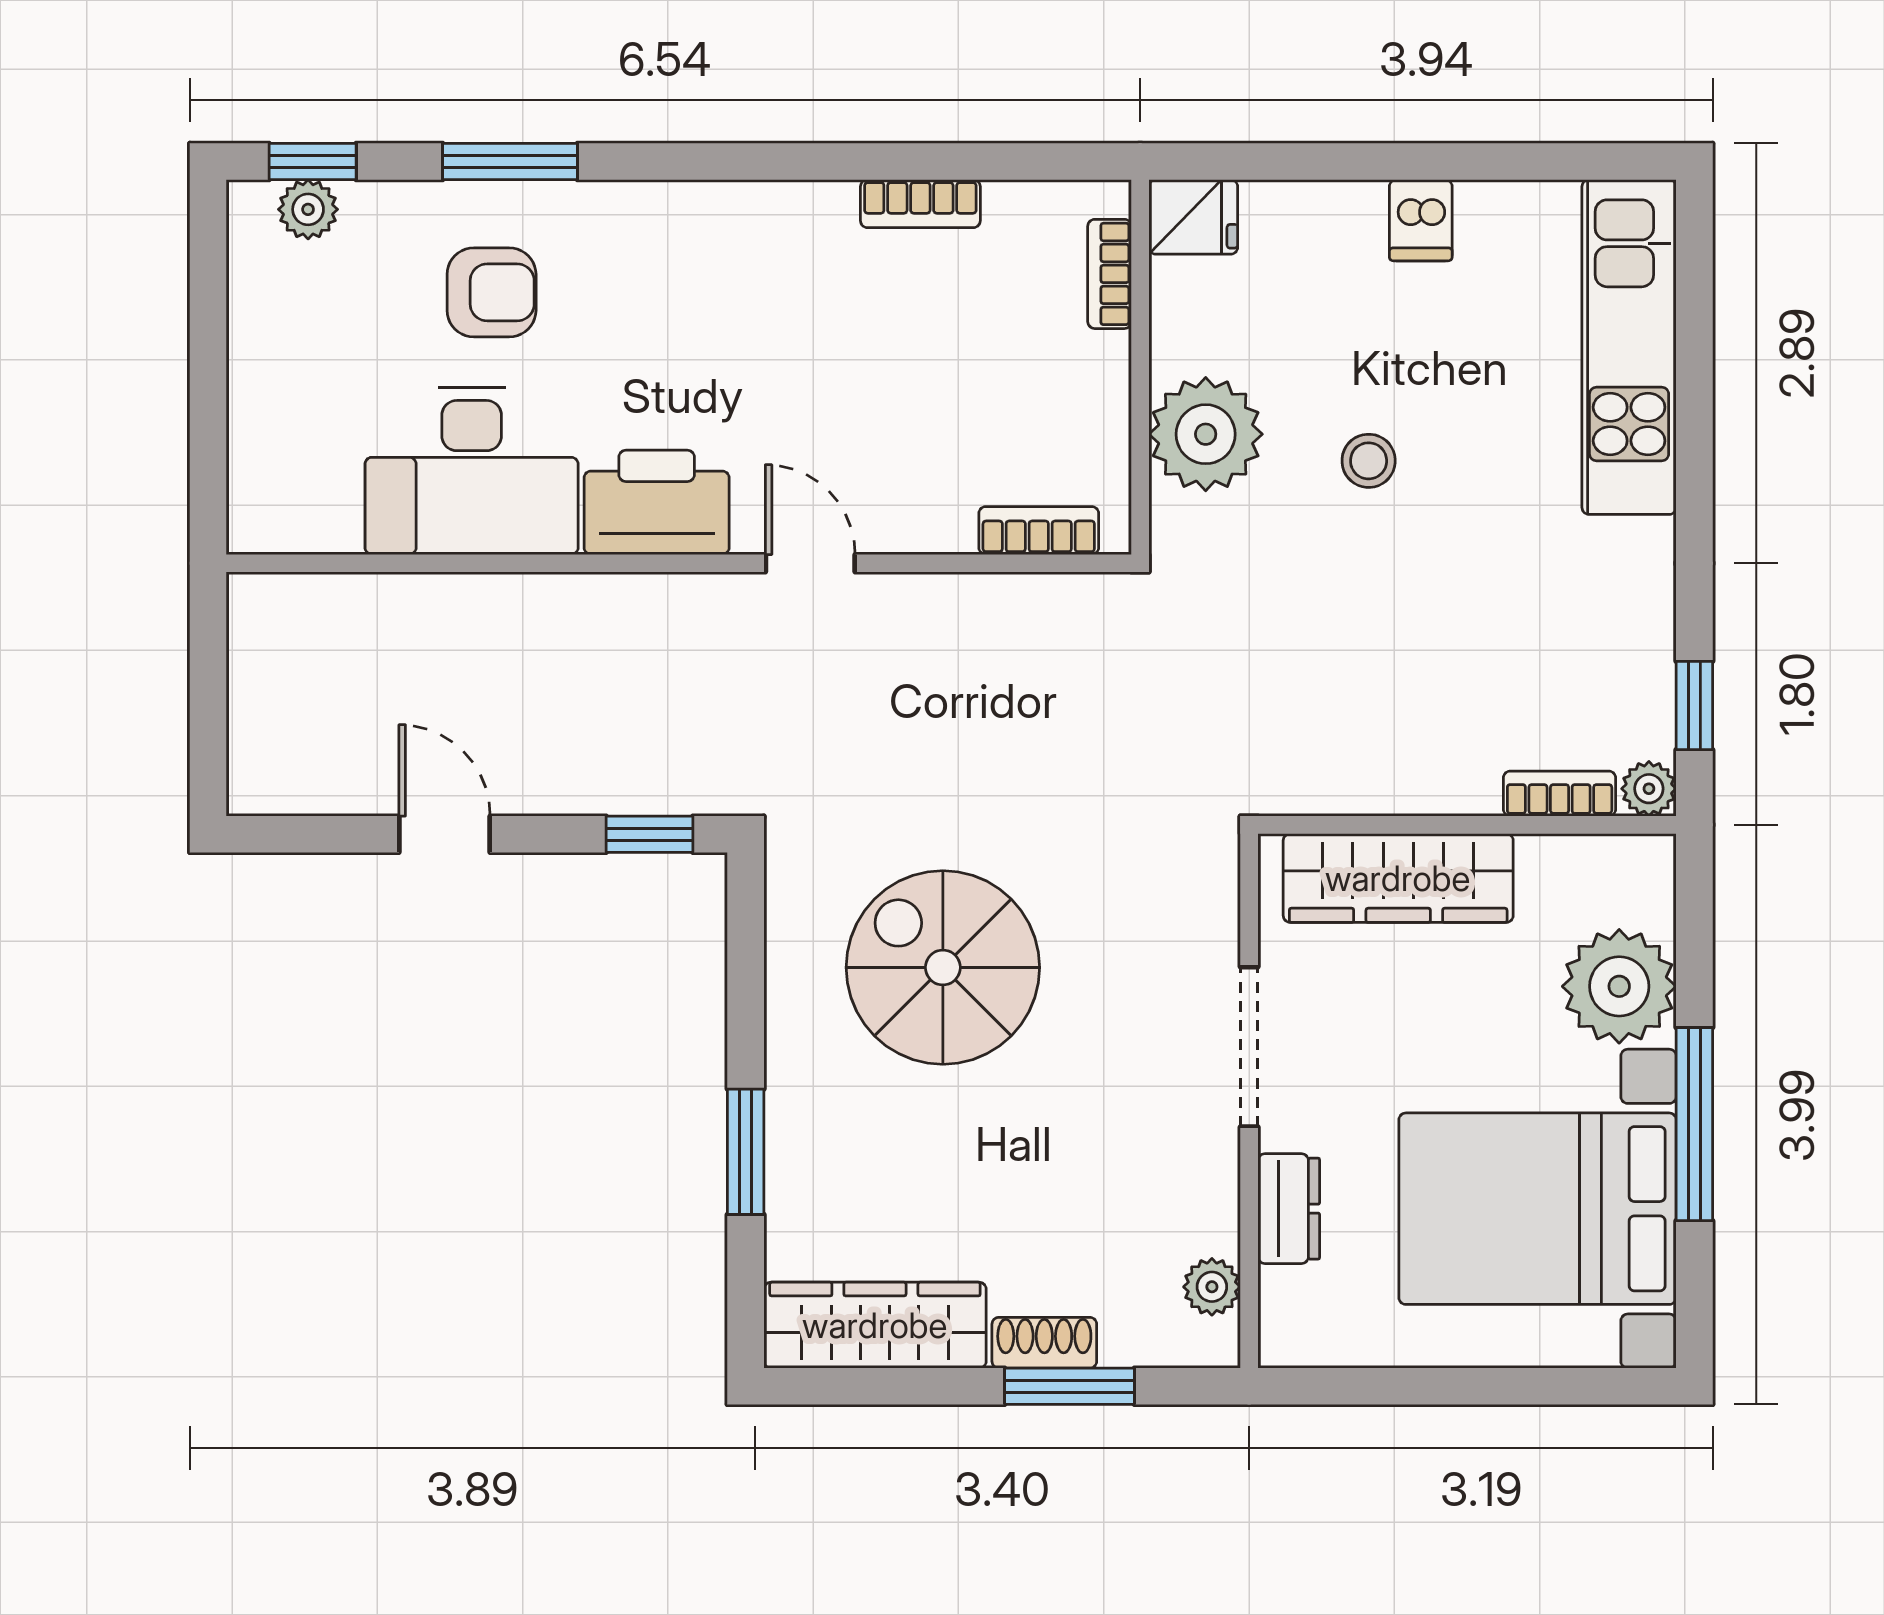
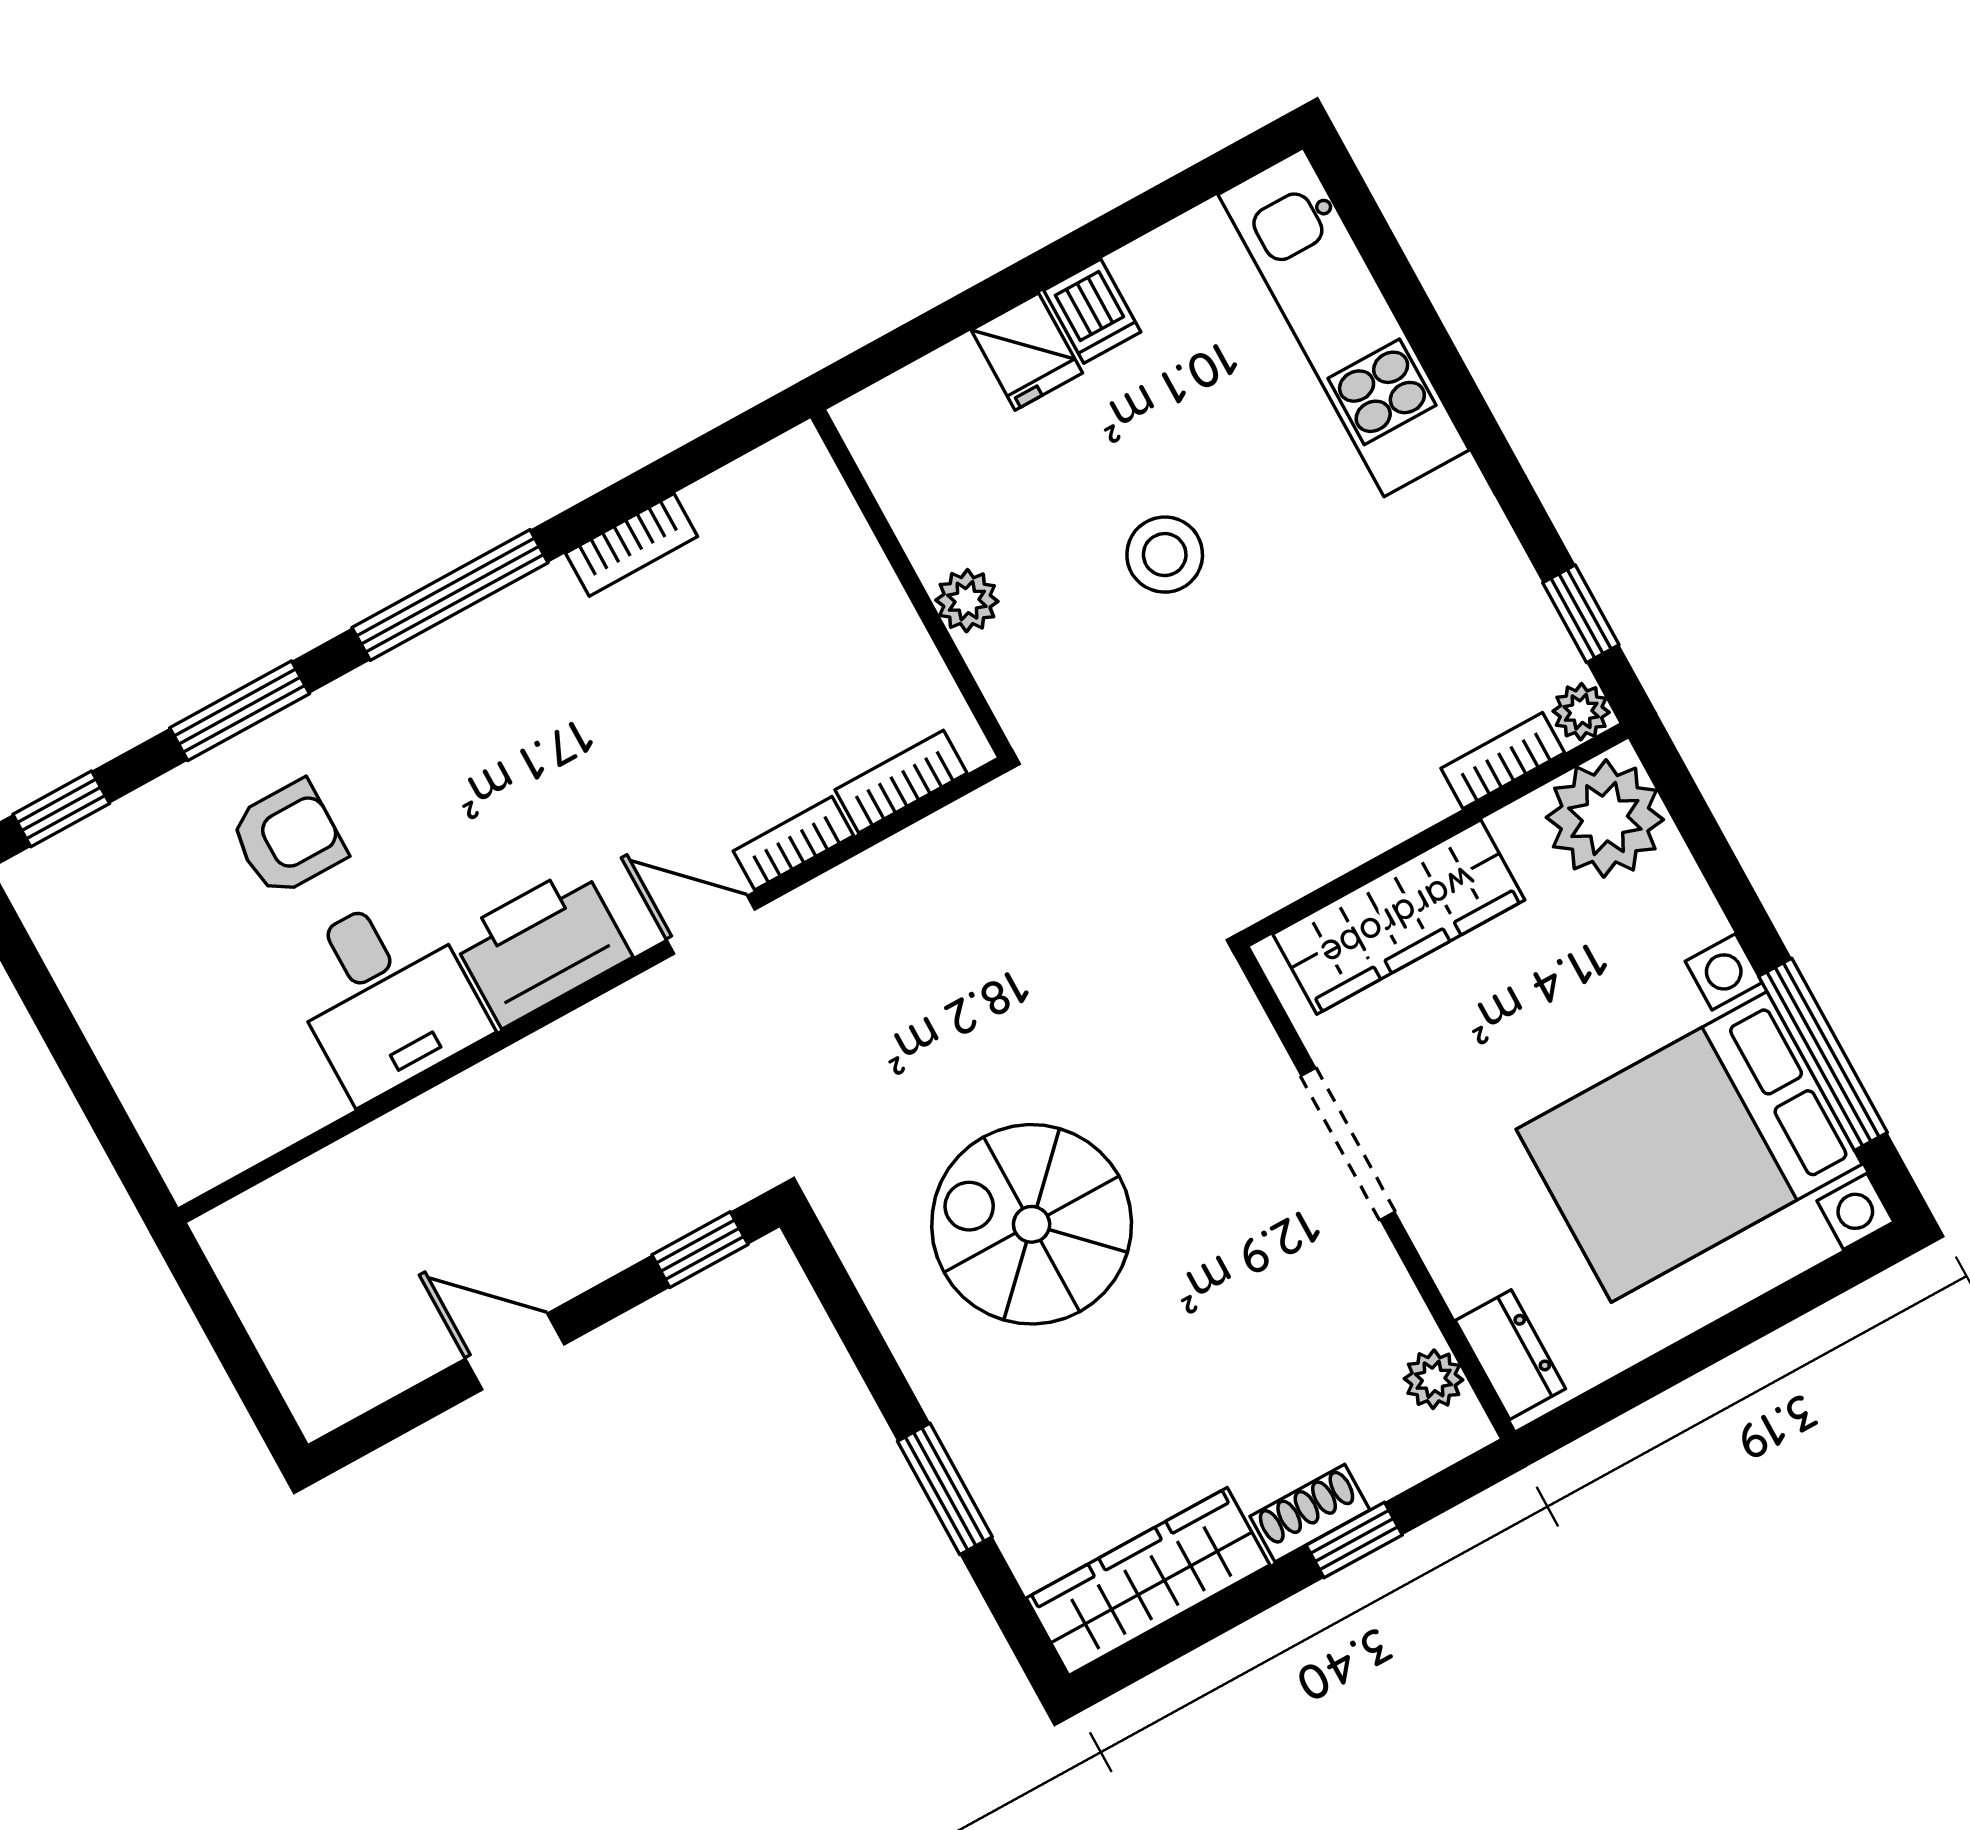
window: (743, 162) -> (450, 595), added
plant: (308, 209) -> (81, 854), removed
fridge: (1193, 217) -> (1027, 352), moved, turned 90
bookcase: (1110, 274) -> (793, 843), moved, turned 90
plant: (1206, 434) -> (967, 601), width x0.53, depth x0.53
stool: (1369, 461) -> (1165, 555), width x1.37, depth x1.37
desk: (472, 471) -> (385, 995), width x0.73
plant: (1619, 986) -> (1605, 819), moved
window: (1694, 1124) -> (1823, 1054), moved
dresser: (1289, 1209) -> (1510, 1355), moved
window: (1069, 1386) -> (1354, 1540), width x0.67

